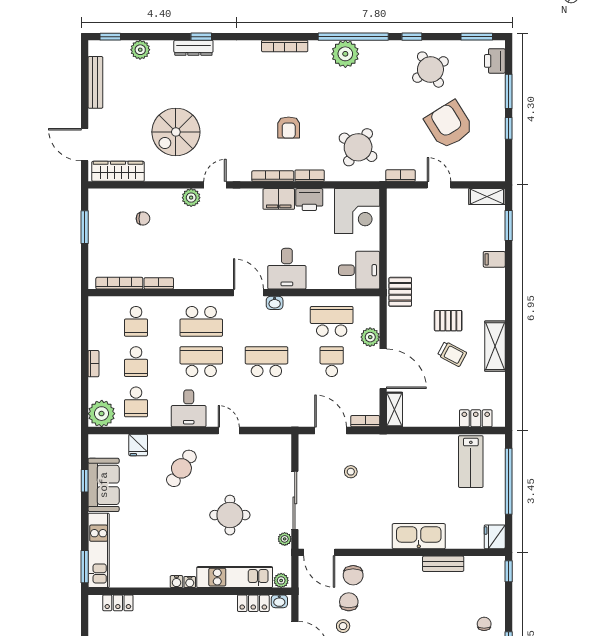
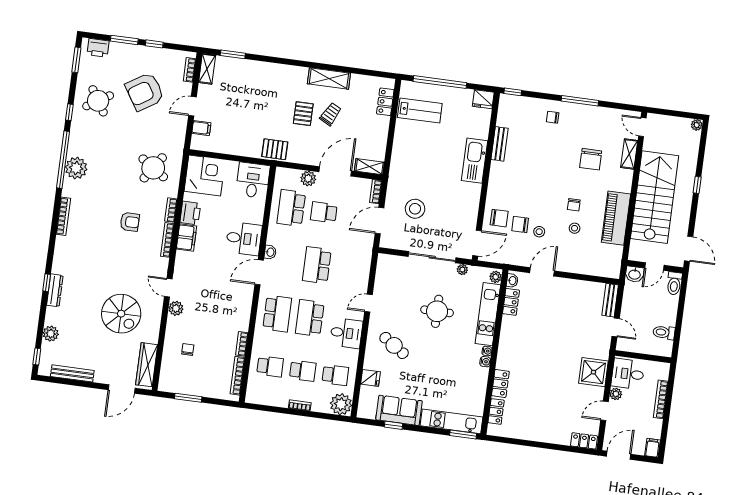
bookcase: (400, 176) -> (190, 70), moved
filing cabinet: (494, 259) -> (201, 128), moved, turned -90
stool: (351, 472) -> (415, 209), width x1.89, depth x1.89
locker: (152, 604) -> (500, 383), added

